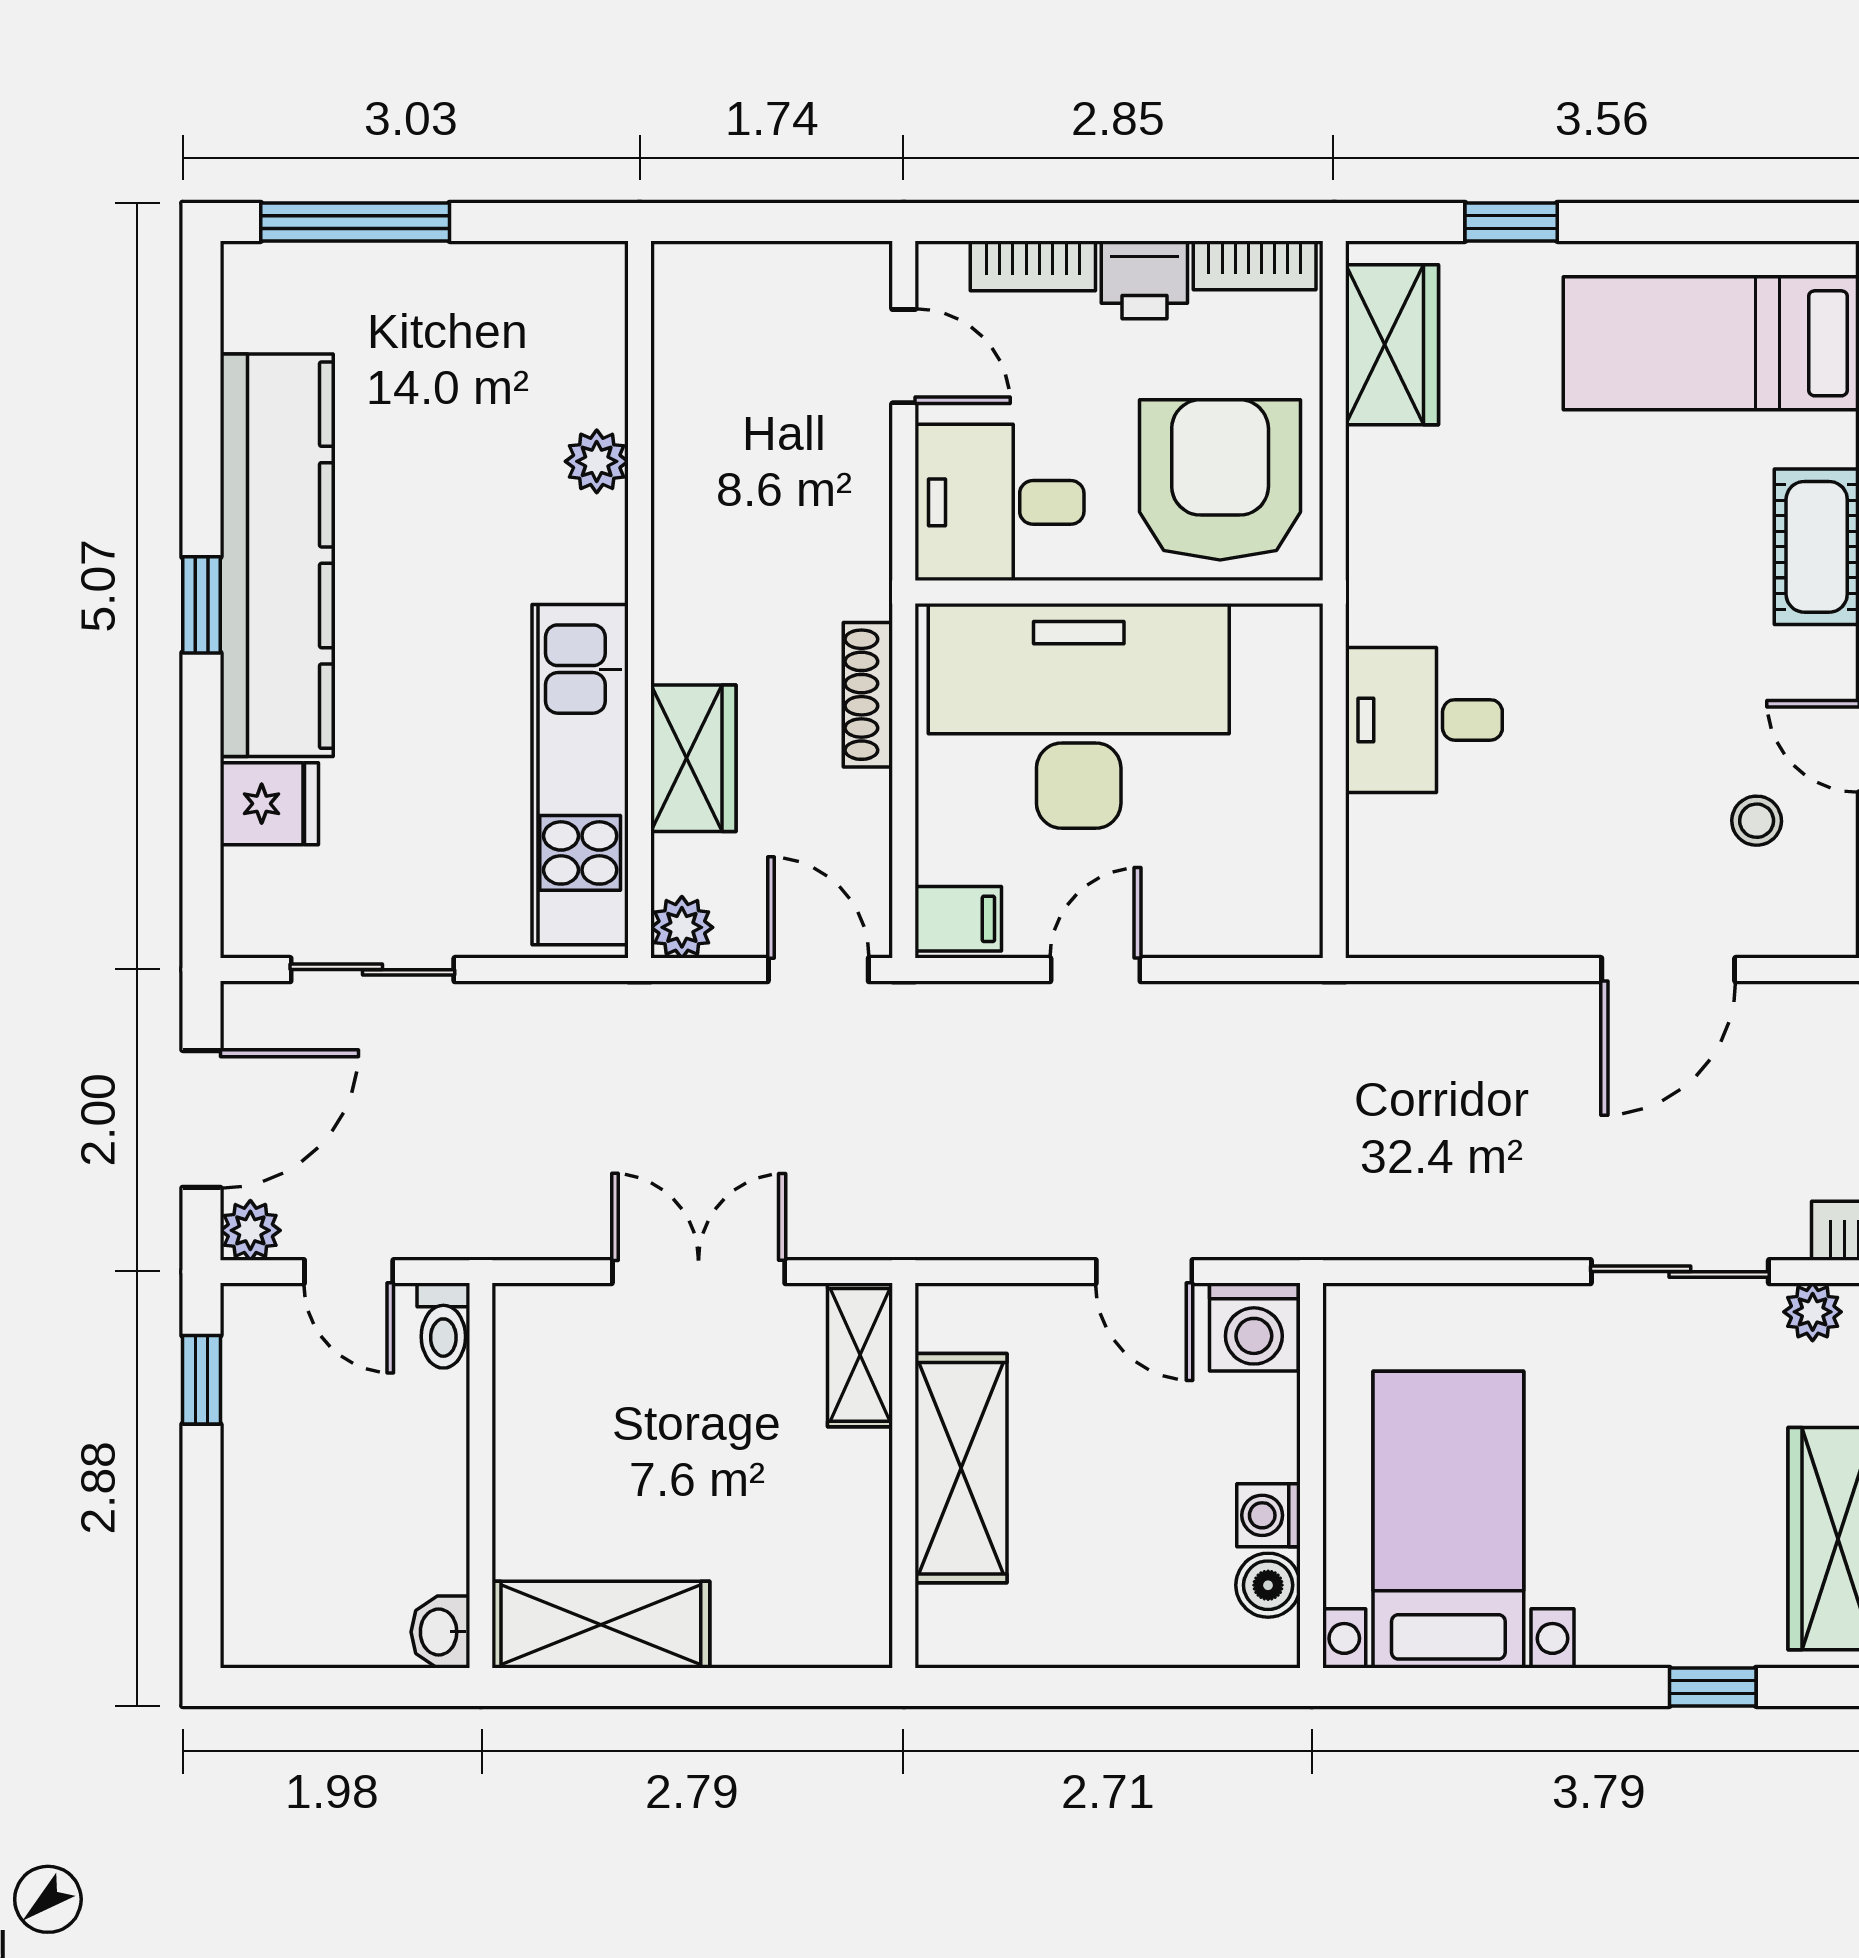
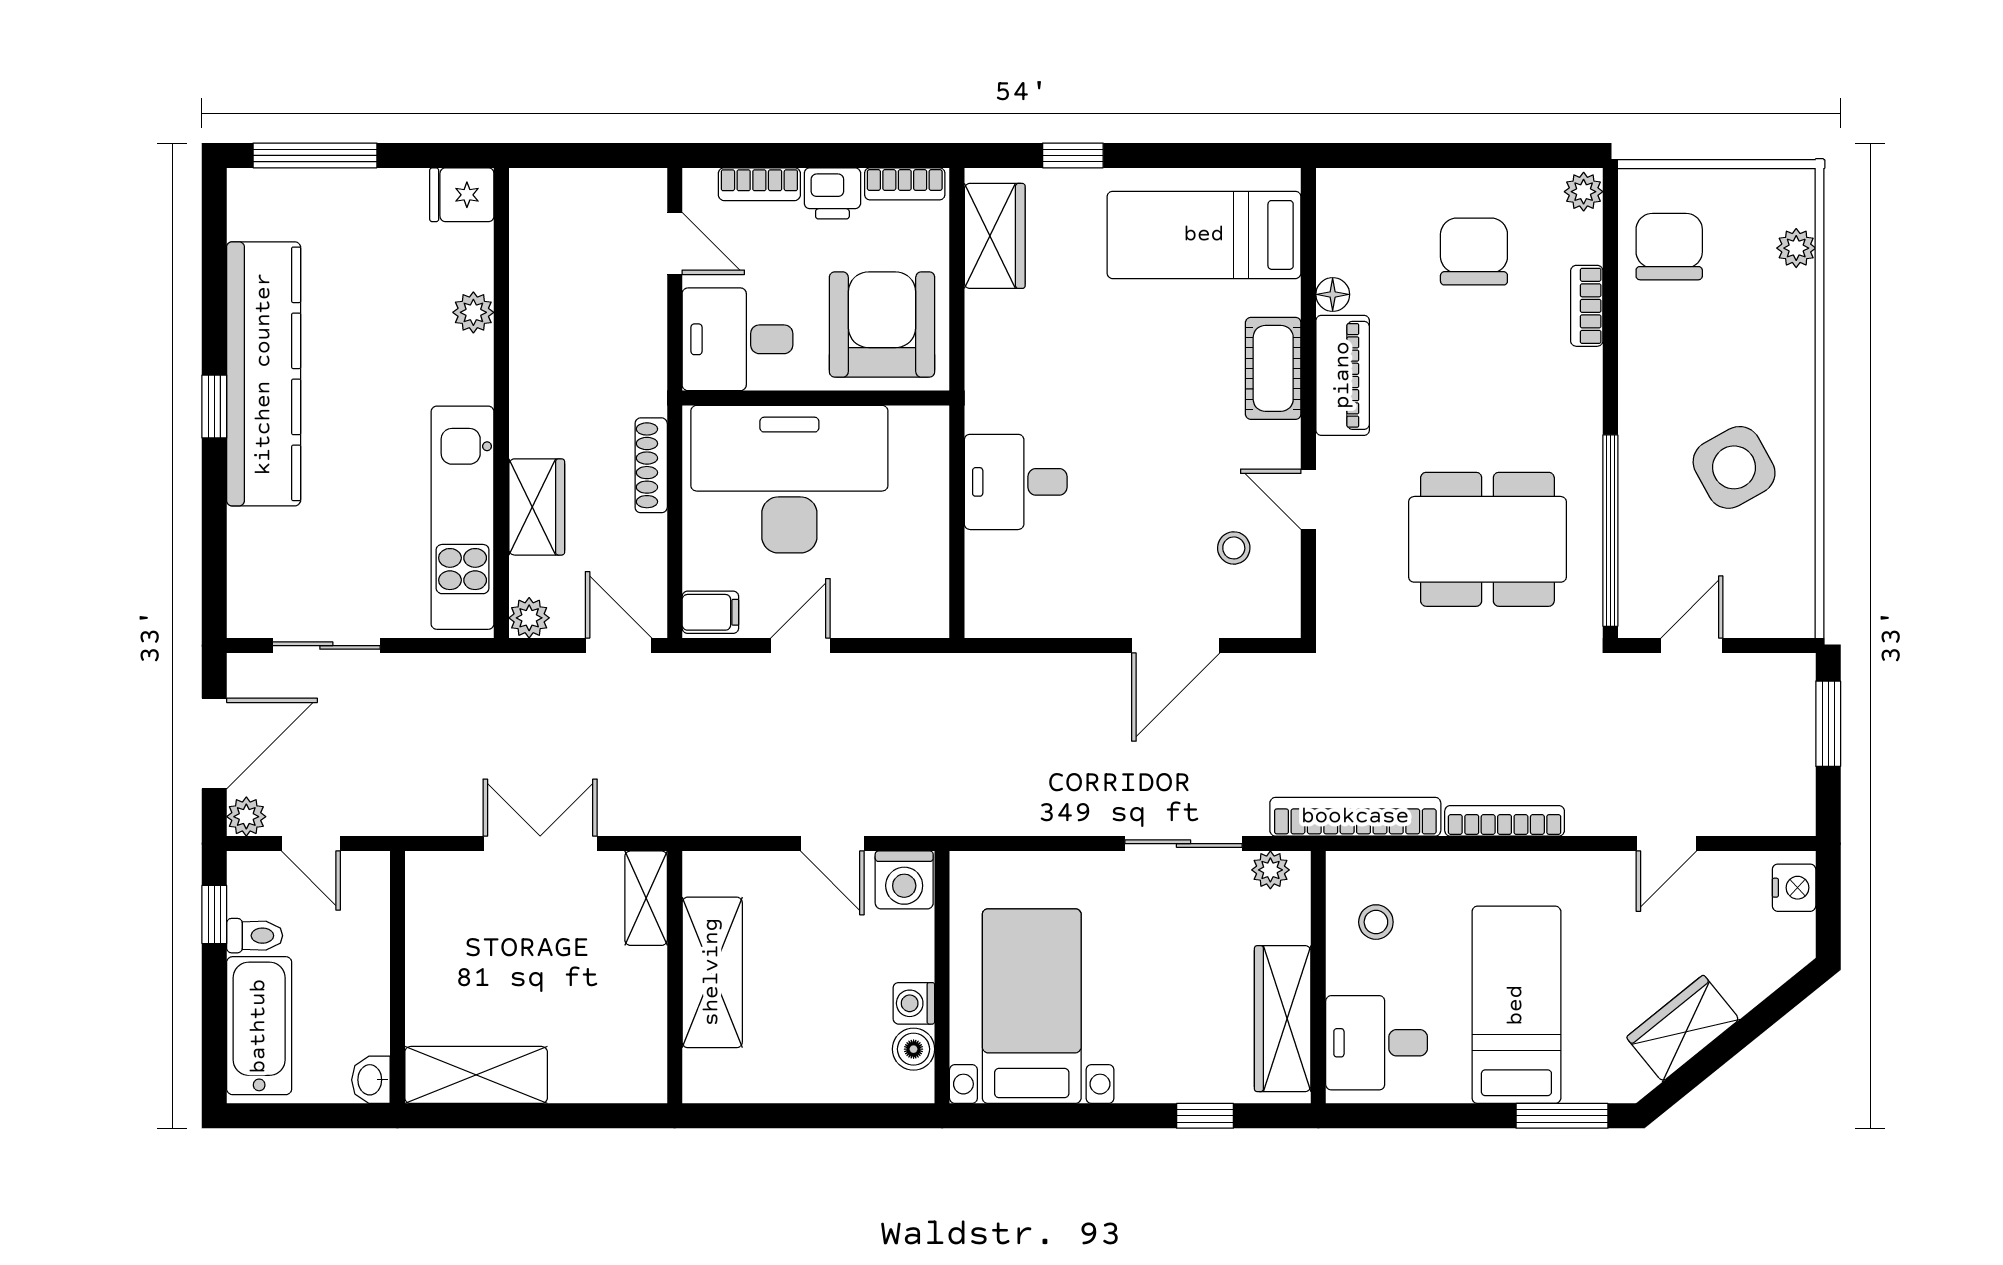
fridge: (269, 804) -> (462, 195), moved, turned 180
toilet: (443, 1326) -> (255, 936), moved, turned -90
bathtub: (270, 1549) -> (259, 1026), added

